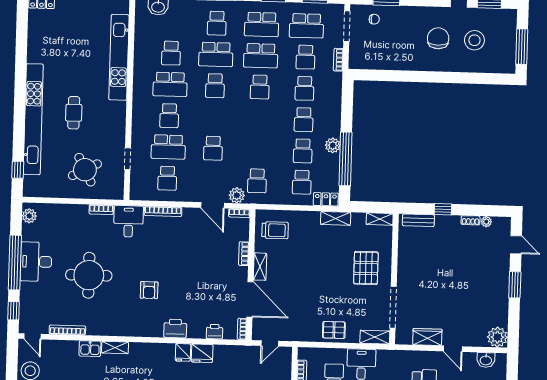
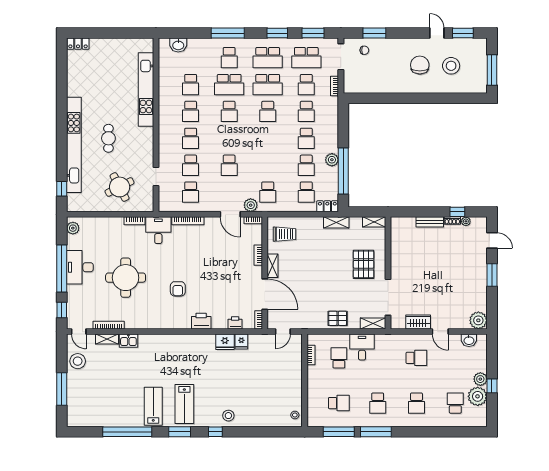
school desk: (170, 84) -> (191, 111), width x0.54
school desk: (168, 147) -> (191, 165), width x0.54
window: (443, 209) -> (457, 212), moved
bench: (418, 220) -> (430, 222), moved
shelving: (115, 348) -> (107, 339), moved
fridge: (183, 352) -> (241, 342), moved

